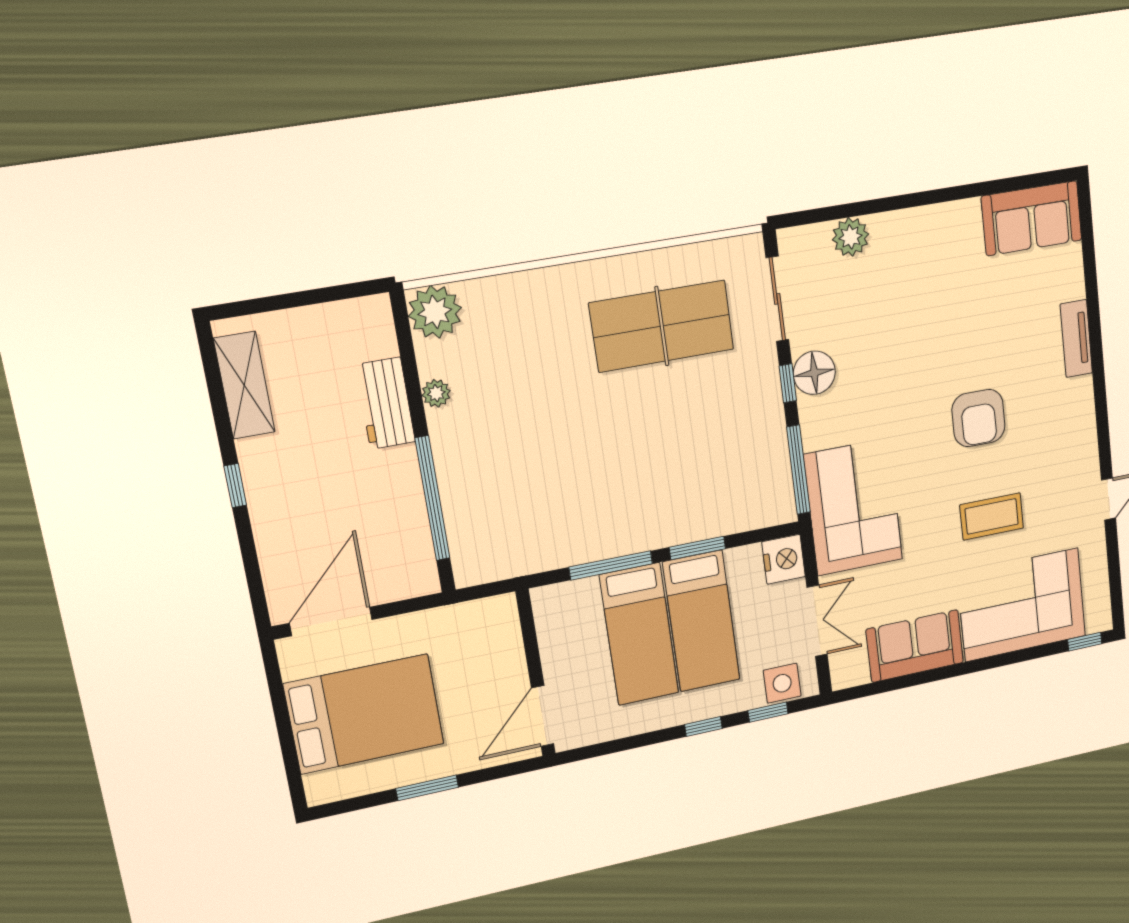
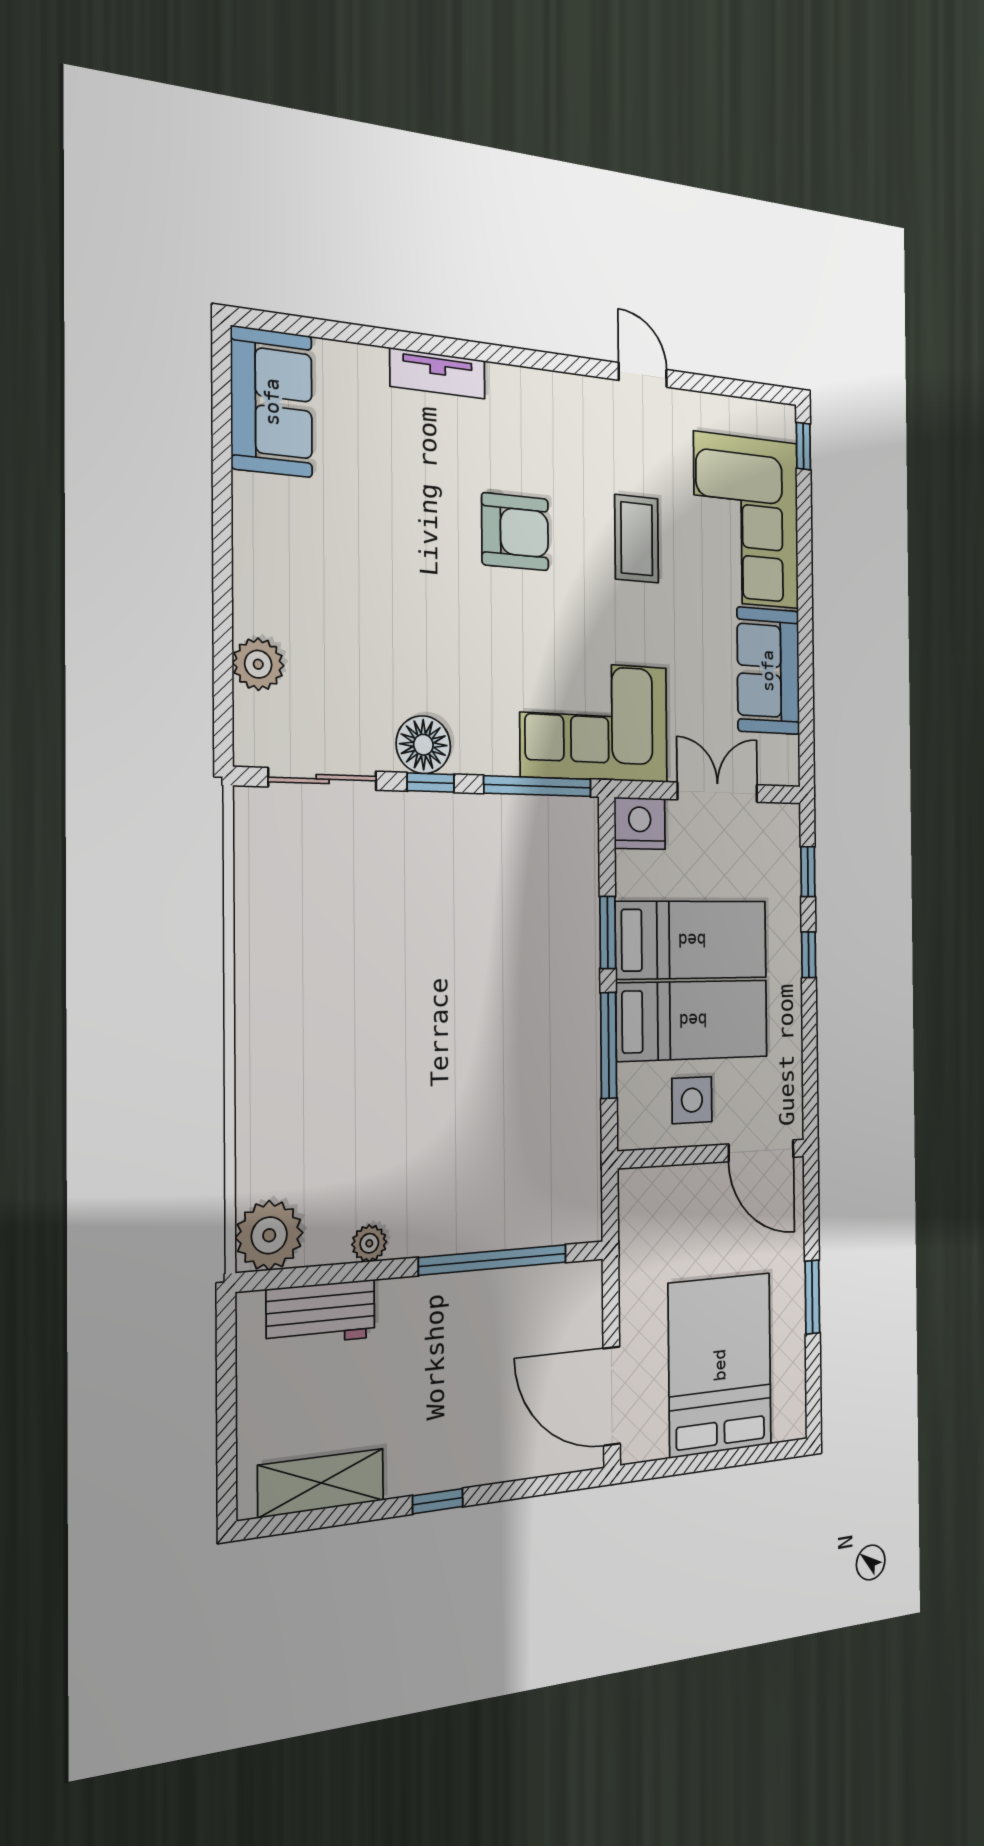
table tennis table: (662, 326) -> (333, 940), removed
workbench: (386, 403) -> (321, 1313), moved
side table: (782, 683) -> (692, 1100), moved

